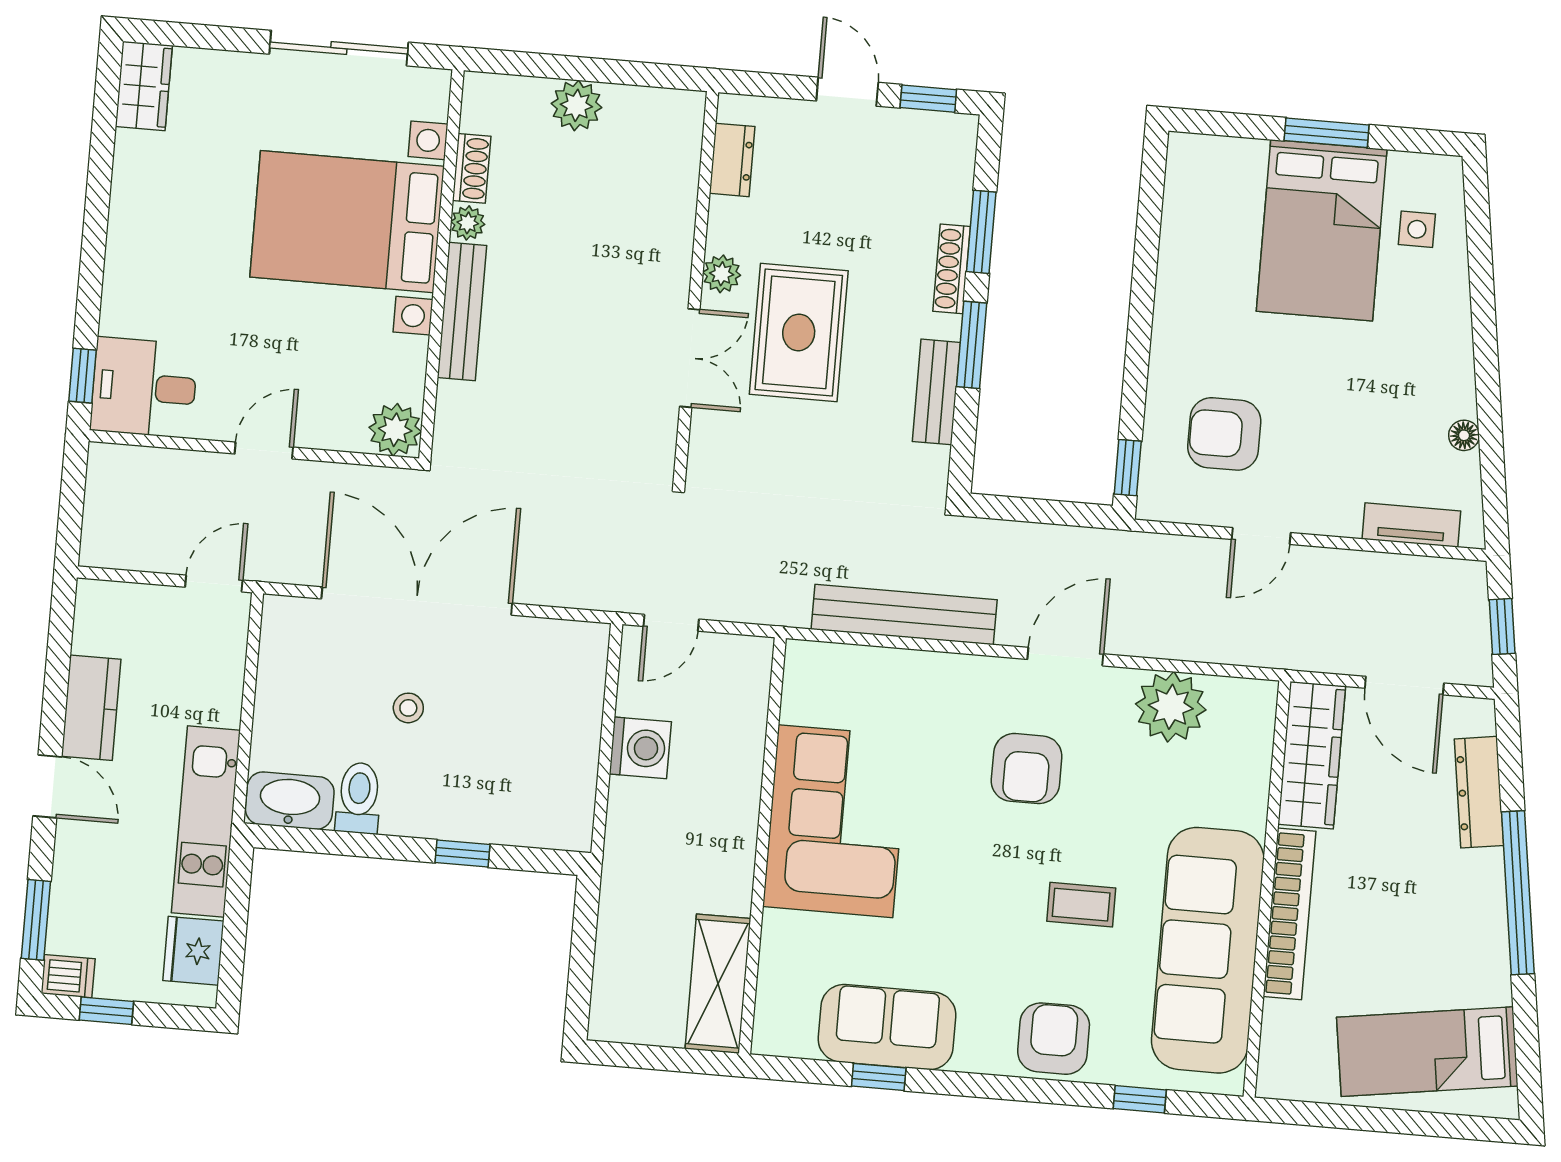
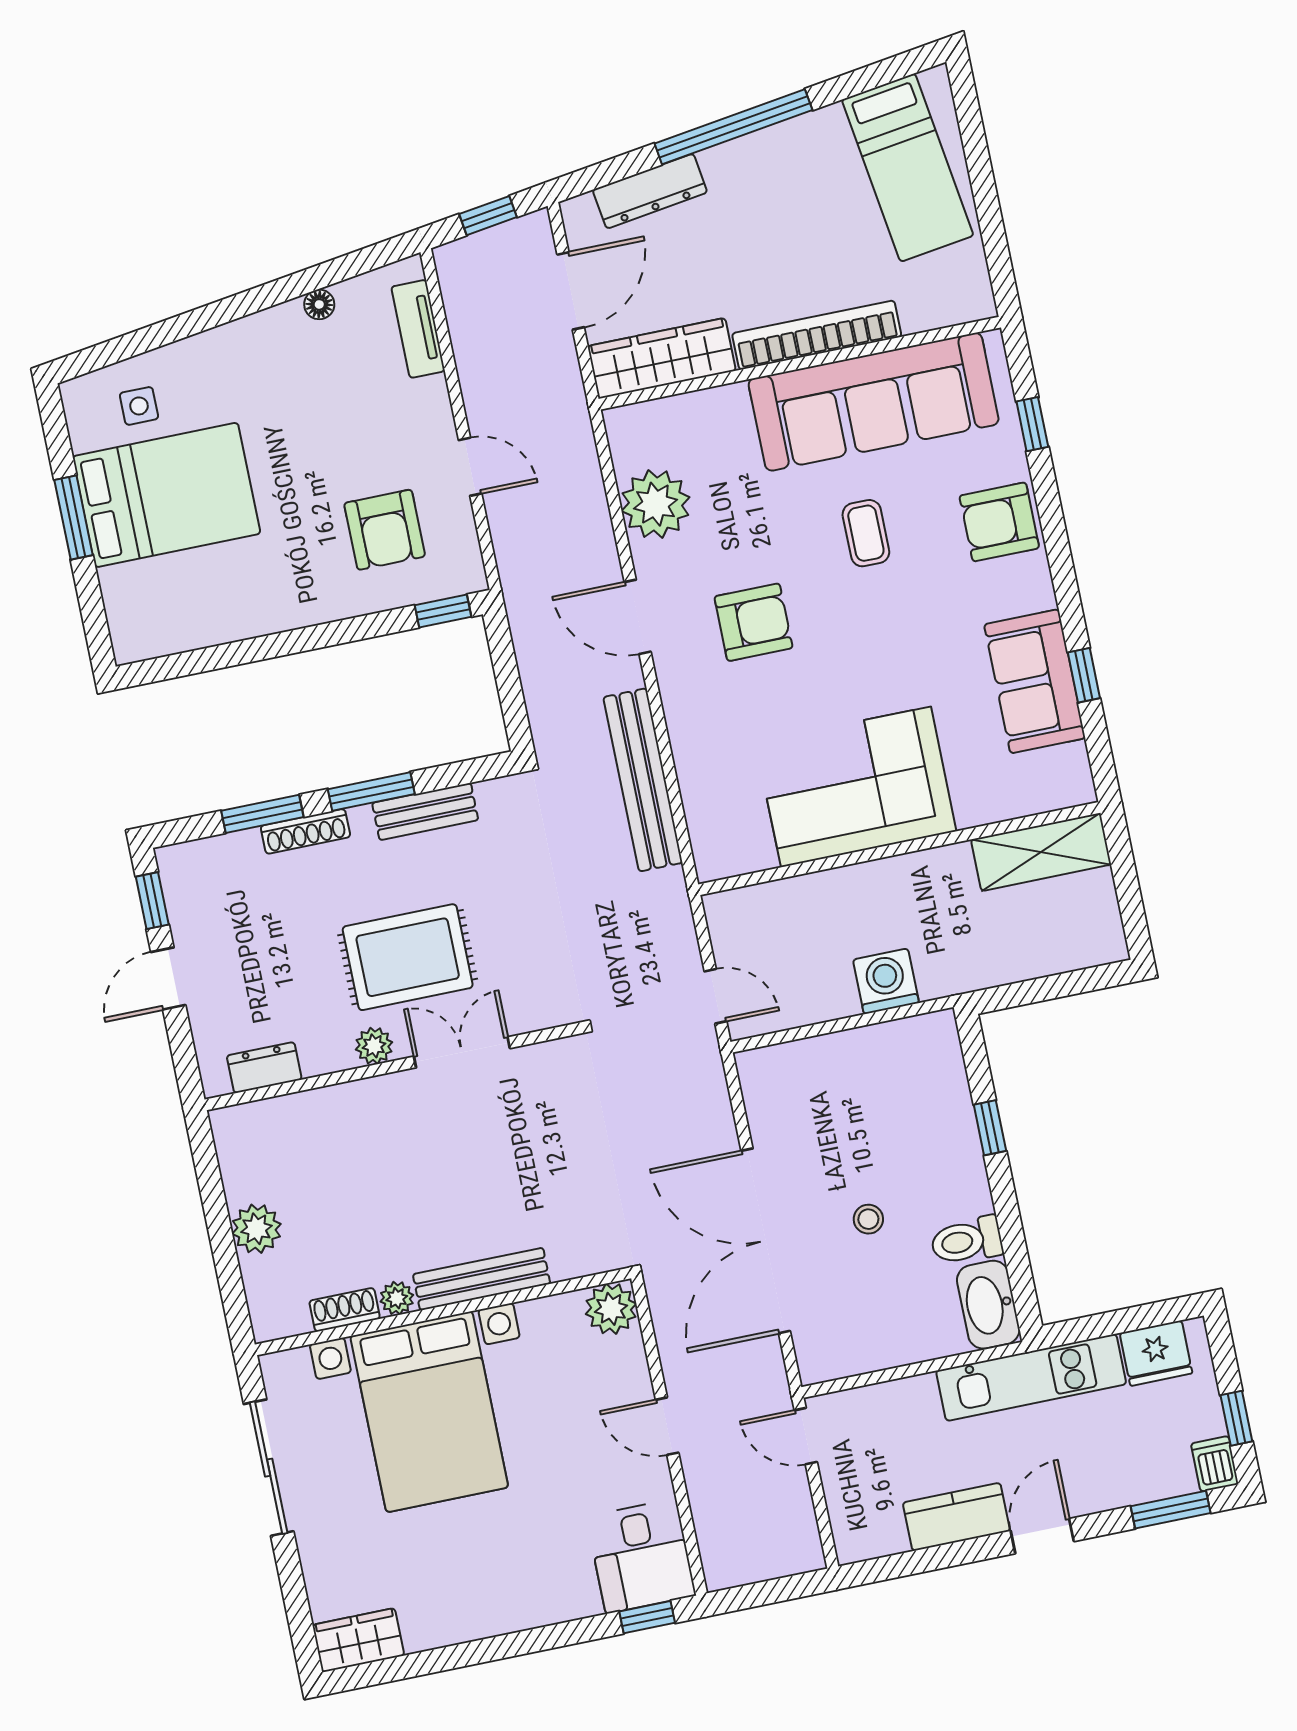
washing machine: (640, 748) -> (886, 981), moved

